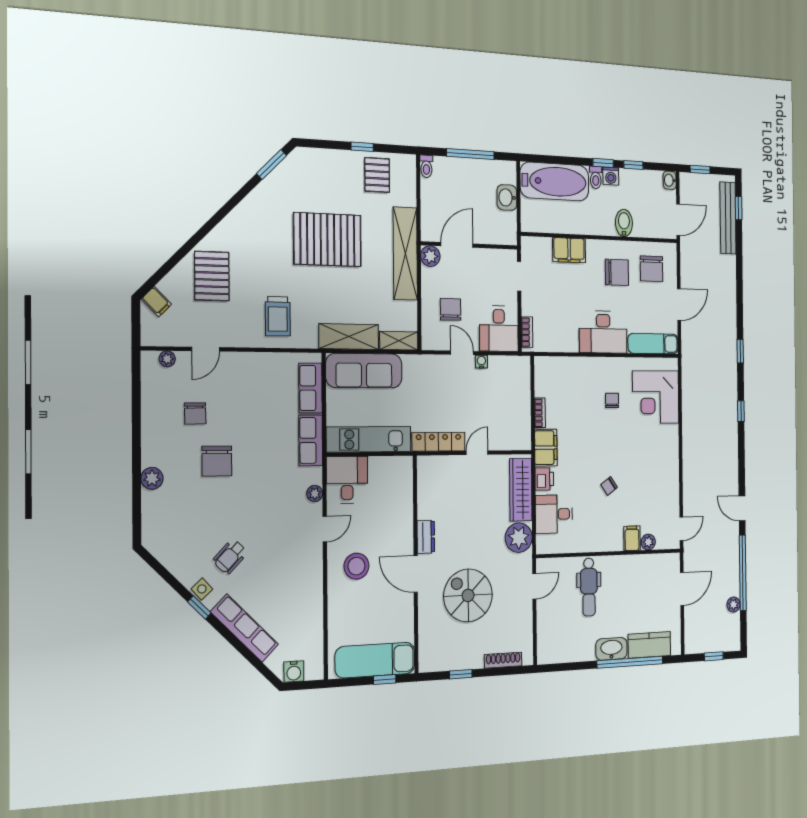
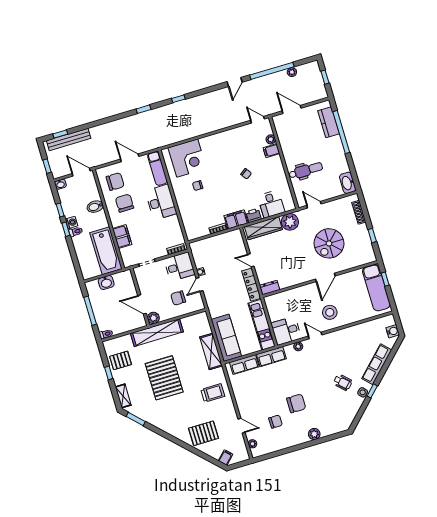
bathtub: (555, 182) -> (106, 251), moved, turned 180
shelving: (399, 341) -> (123, 396), moved
dresser: (426, 537) -> (270, 288), moved
washbasin: (611, 649) -> (348, 183), moved

